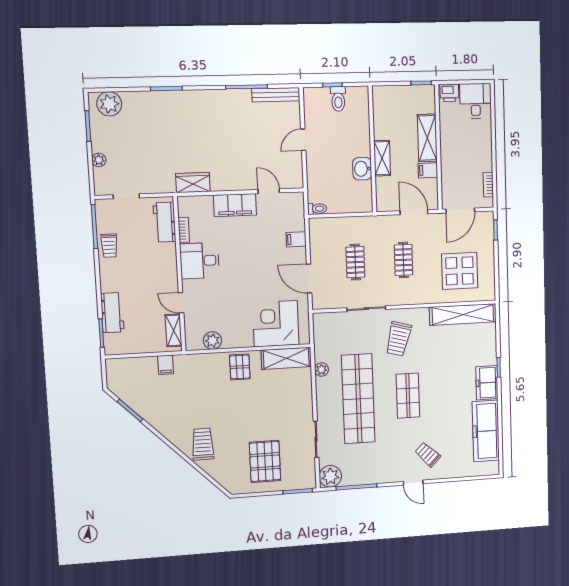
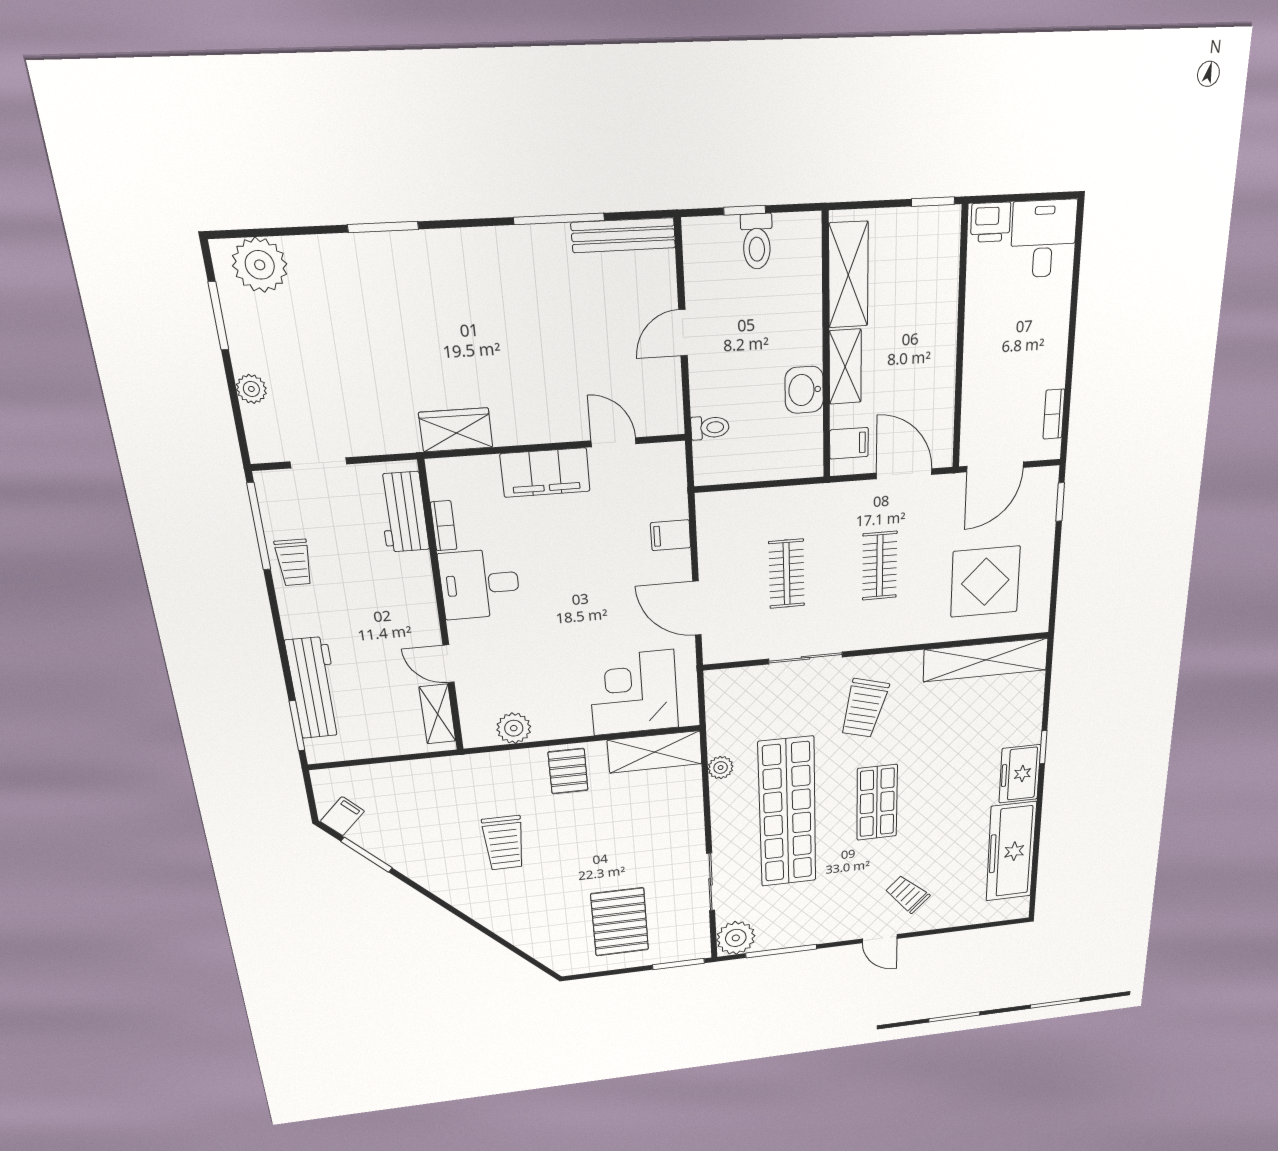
shelving: (427, 138) -> (848, 275), moved
filing cabinet: (428, 170) -> (849, 443), moved, turned 180
toilet: (317, 209) -> (710, 428), moved
workbench: (112, 313) -> (314, 688), width x1.38
filing cabinet: (166, 365) -> (342, 816), moved, turned -135
trolley: (203, 444) -> (504, 843), moved, turned 180

